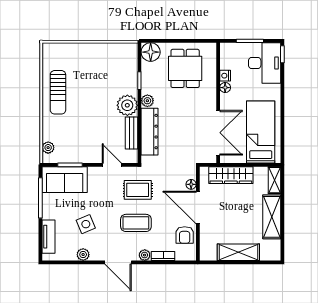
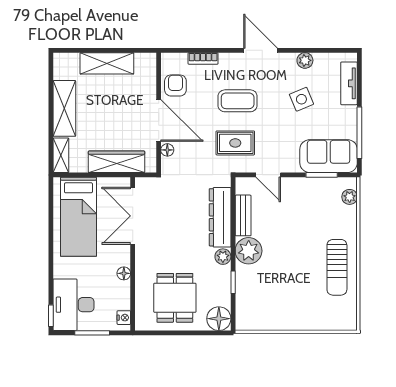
nightstand: (225, 76) -> (124, 318), moved
sun lounger: (58, 92) -> (337, 267), turned 180
plant: (145, 255) -> (227, 60), removed

